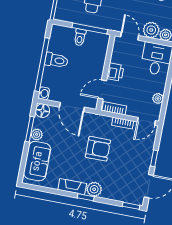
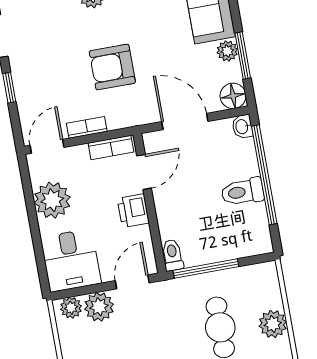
door: (130, 36) -> (132, 282), swing flipped
toilet: (80, 37) -> (172, 255), moved
plant: (158, 98) -> (52, 200), width x1.87, depth x1.87

